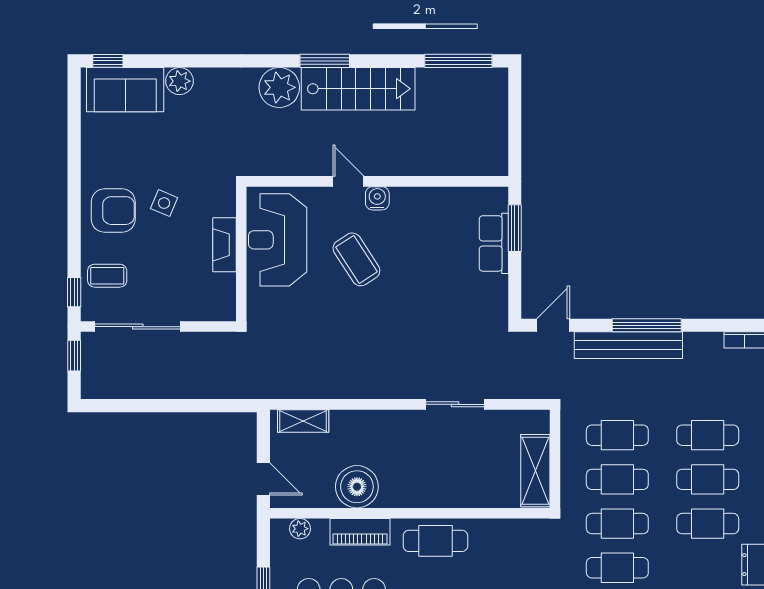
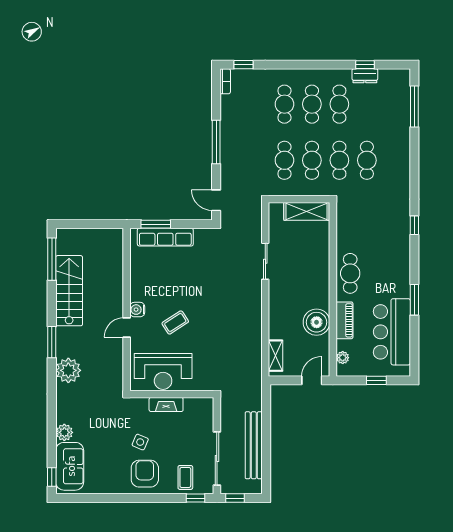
stairs: (358, 89) -> (69, 291), moved
row of seats: (494, 243) -> (165, 237), width x1.48
coffee table: (356, 259) -> (175, 322), width x0.73, depth x0.77
bench: (628, 345) -> (254, 445), moved

